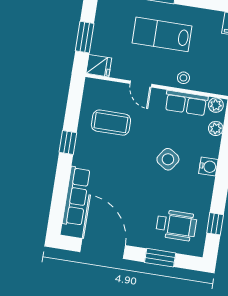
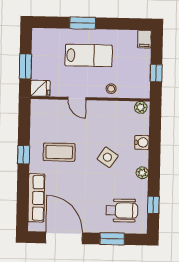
lab bench: (162, 34) -> (89, 56), turned 180
row of seats: (186, 103) -> (116, 109), removed
coffee table: (111, 123) -> (59, 152), moved
plant: (216, 128) -> (142, 173), moved
water cooler: (208, 167) -> (142, 142), moved

